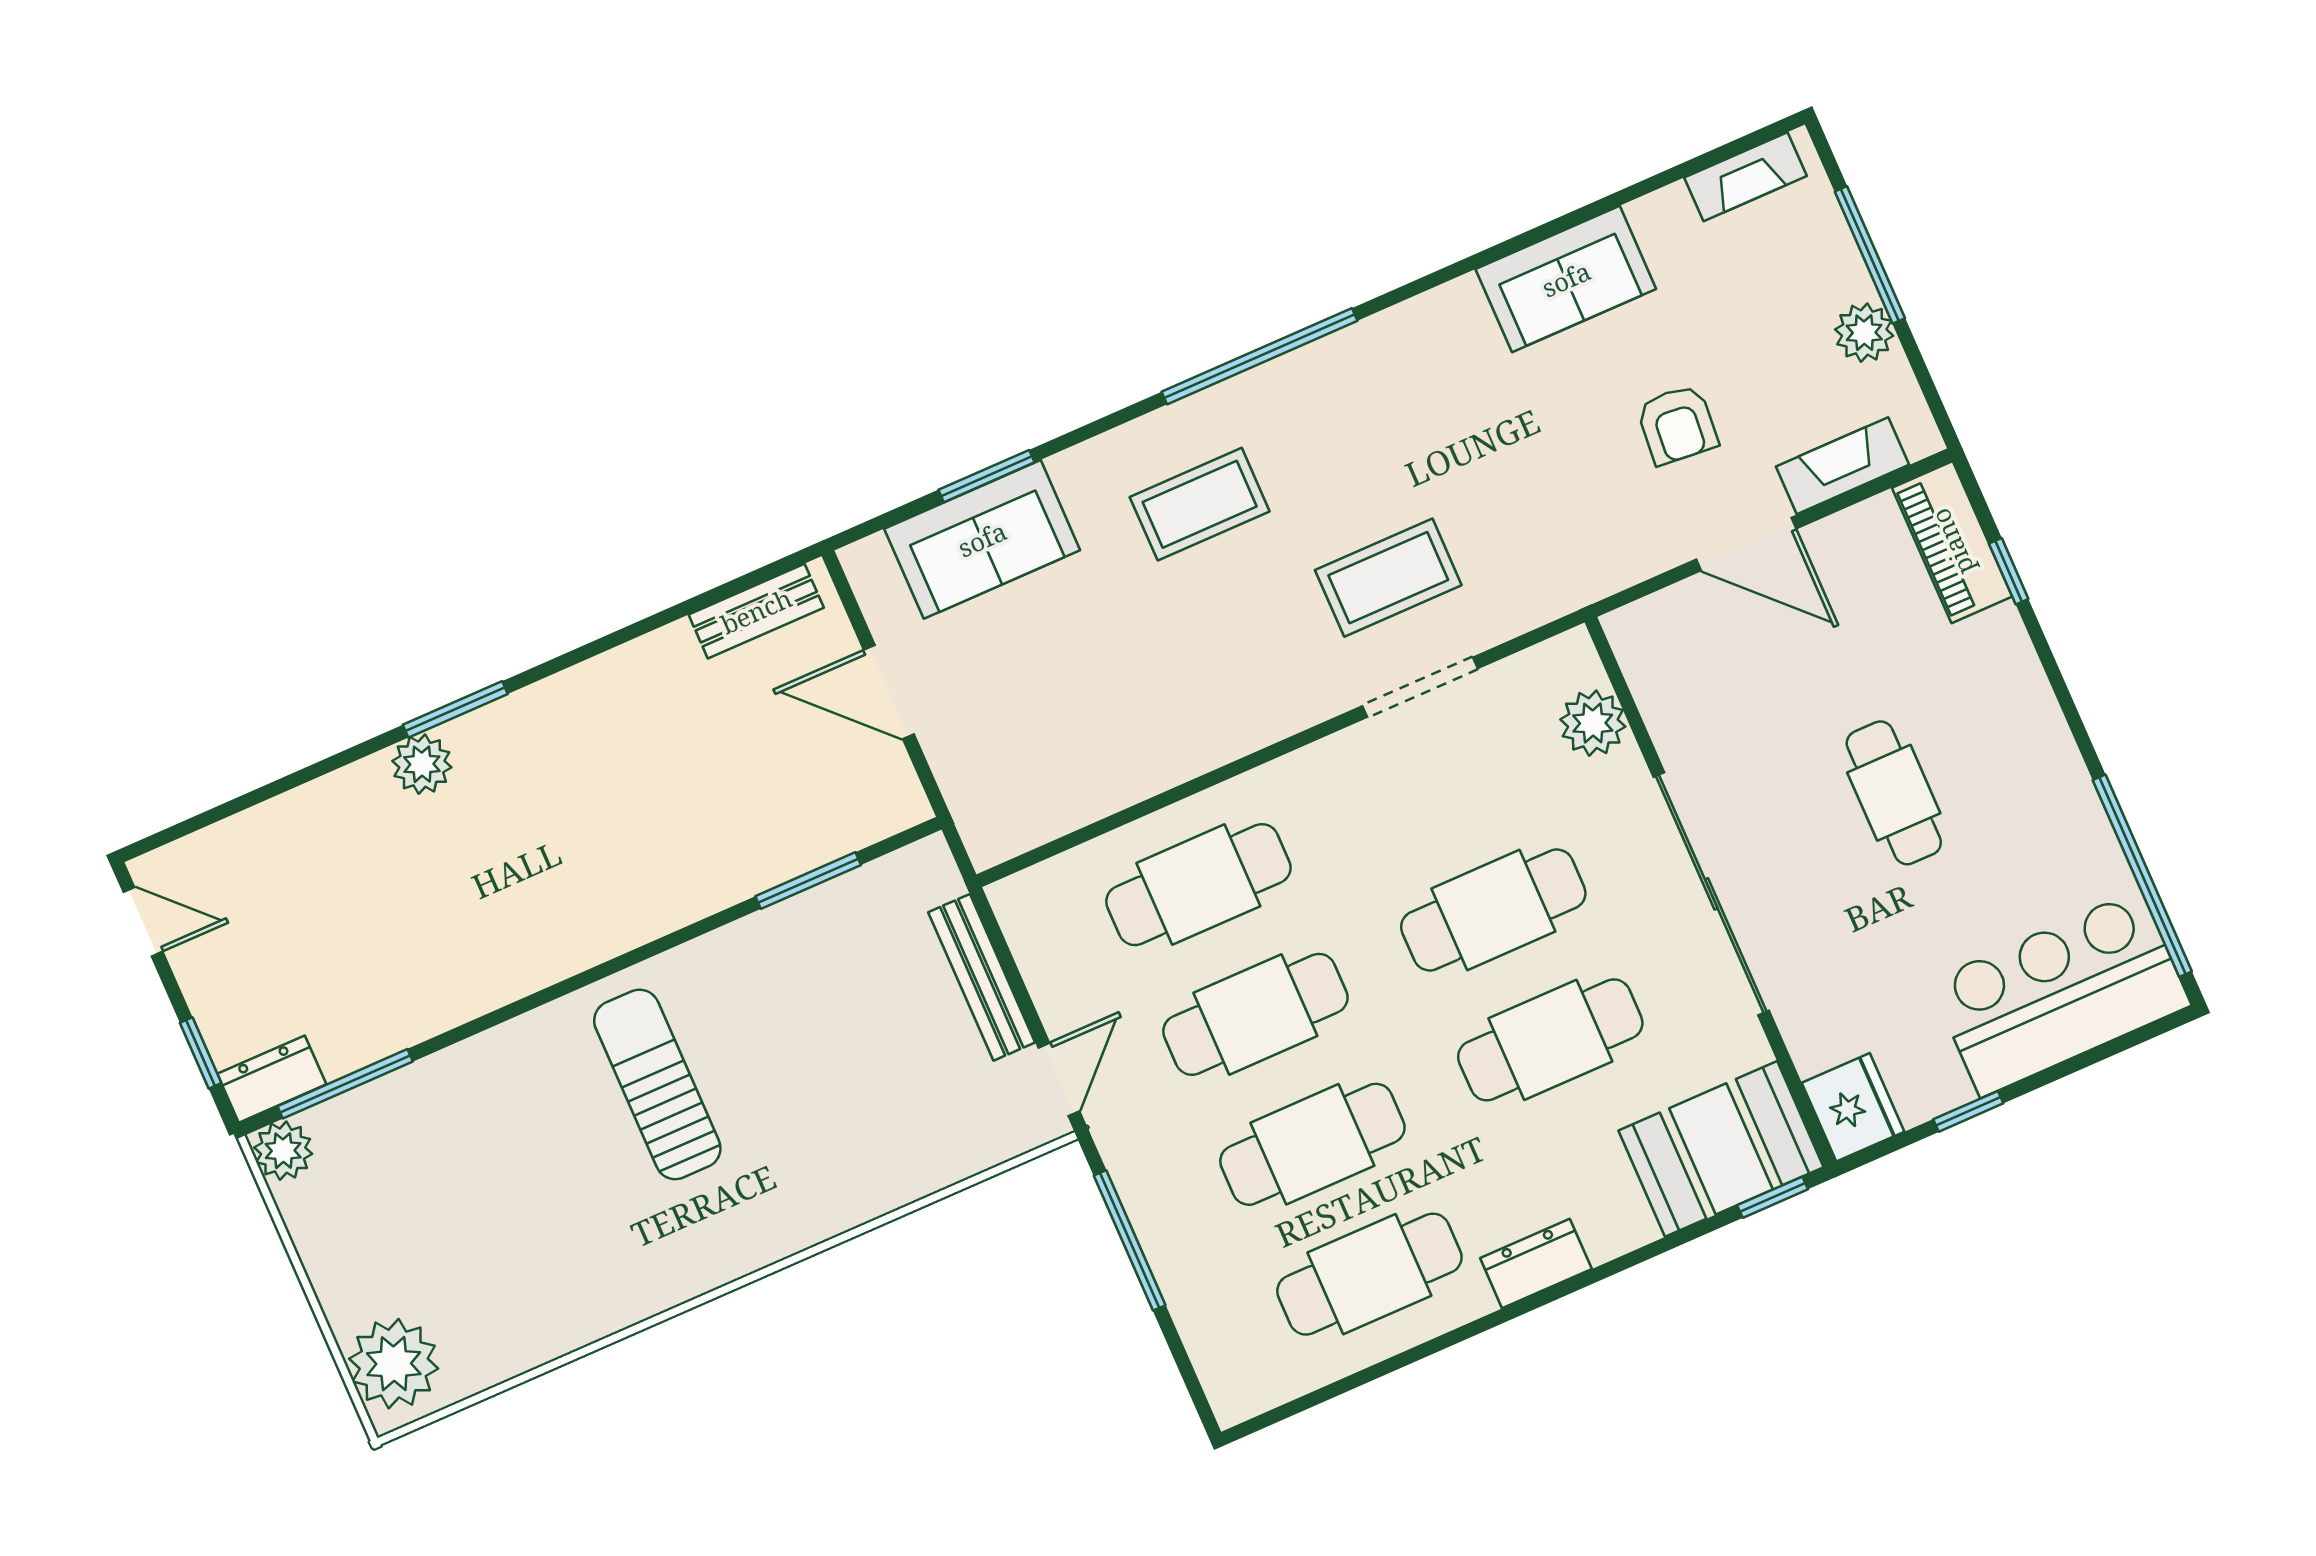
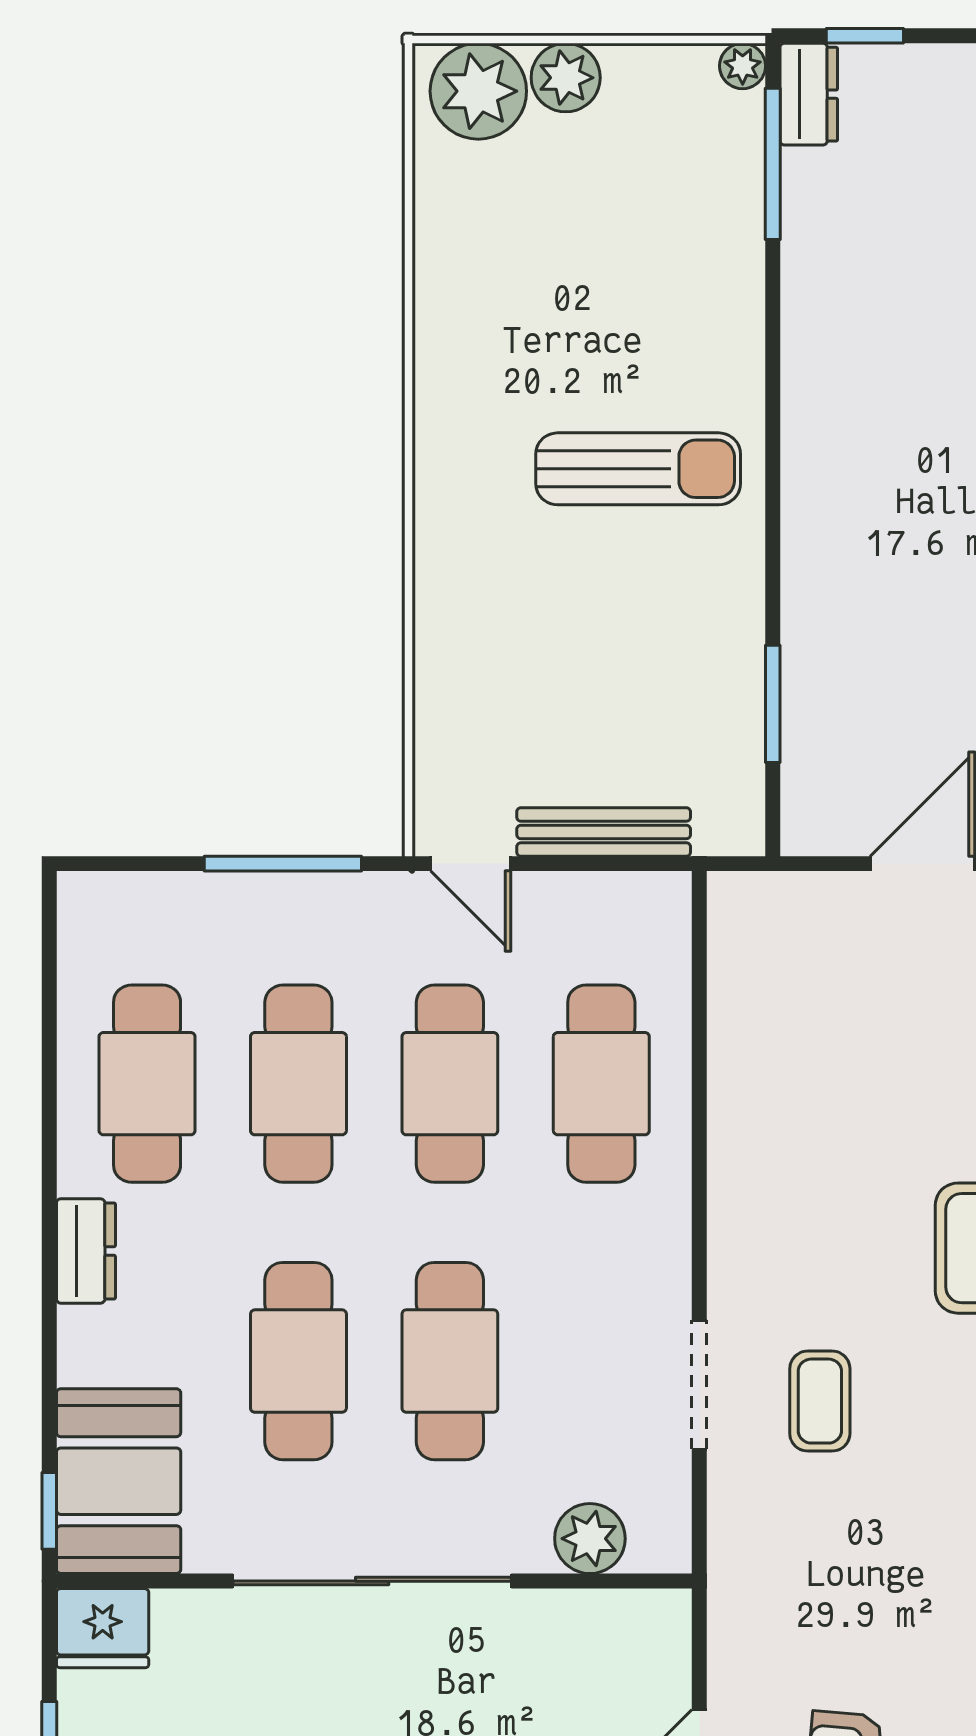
coffee table: (1388, 578) -> (820, 1401), width x0.73, depth x0.77
plant: (283, 1151) -> (743, 66), width x0.73, depth x0.73
plant: (349, 1294) -> (566, 78), added

